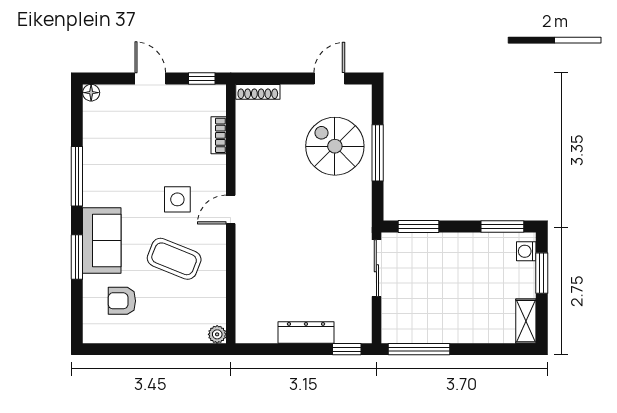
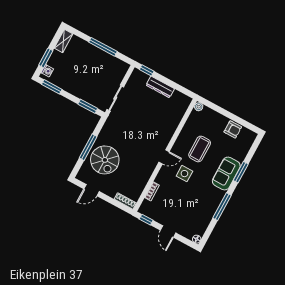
coffee table: (174, 259) -> (200, 149), turned 68
armchair: (122, 301) -> (233, 129), moved
window: (419, 349) -> (103, 47), moved

